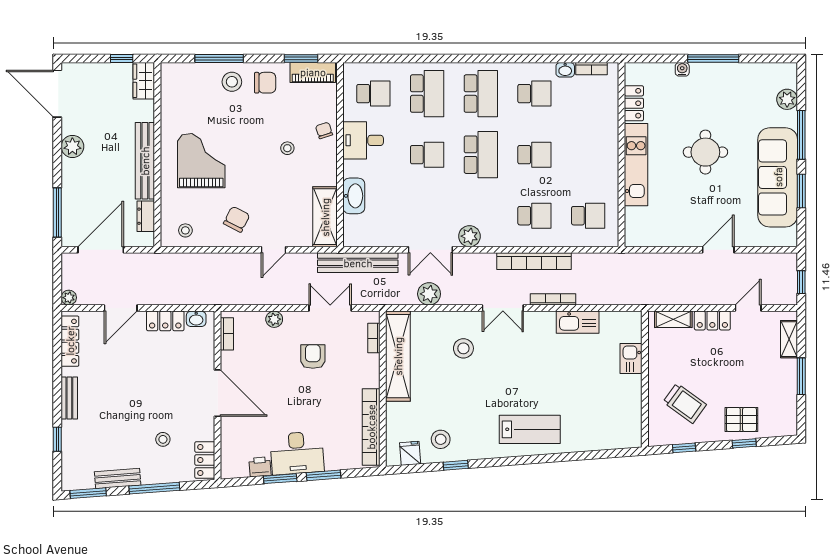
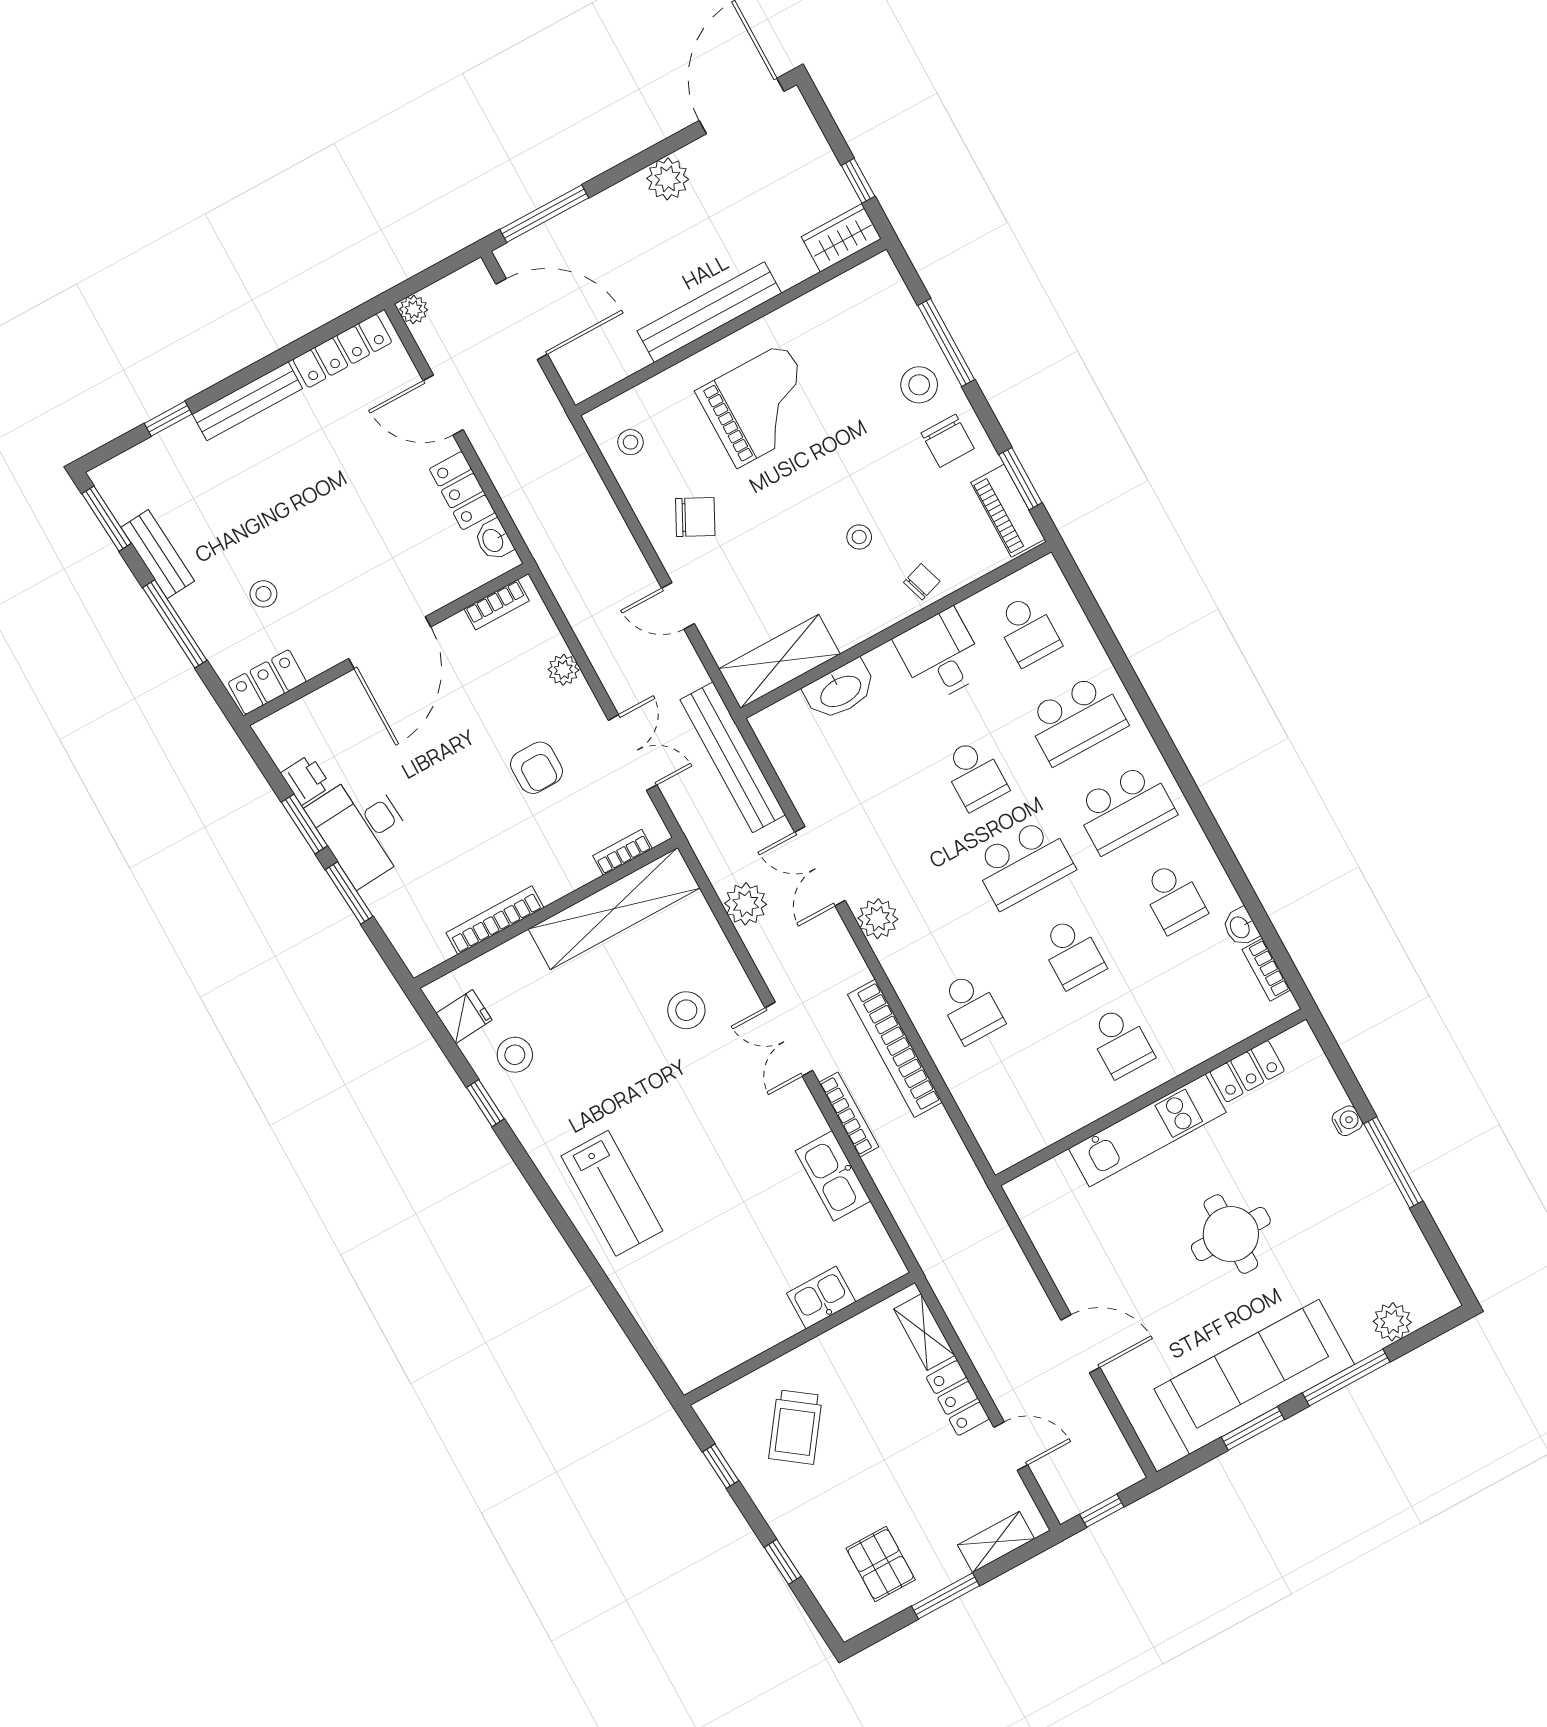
dresser: (146, 216) -> (618, 364), removed
school desk: (588, 216) -> (1121, 1042), moved
armchair: (313, 357) -> (536, 768), turned 90
bench: (69, 398) -> (247, 401), width x1.36
pallet: (741, 419) -> (881, 1564), moved
bookcase: (371, 427) -> (495, 920), width x0.68, depth x0.76

